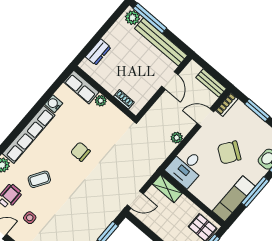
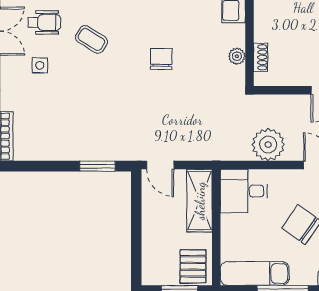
plant: (101, 101) -> (237, 56), moved
plant: (177, 138) -> (268, 145), width x1.88, depth x1.88
shelving: (167, 189) -> (200, 201), width x1.50, depth x1.33

